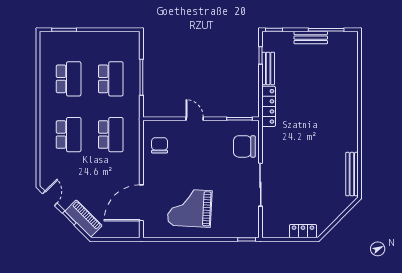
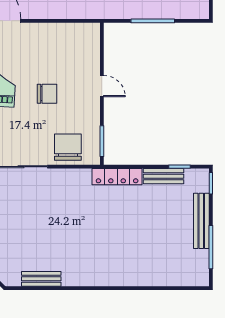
bench: (311, 38) -> (201, 221), width x1.36
door: (195, 119) -> (102, 86), hinge flipped
chair: (160, 145) -> (47, 94), moved
bench: (352, 174) -> (41, 279), width x0.73

